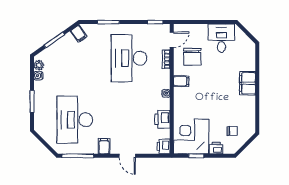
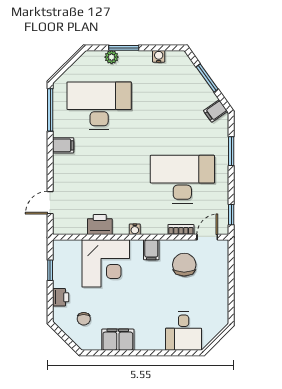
desk: (221, 38) -> (184, 331), moved, turned 90
door: (172, 40) -> (207, 237), swing flipped
chair: (192, 57) -> (184, 265), turned 90
plant: (39, 65) -> (112, 57), moved
filing cabinet: (248, 83) -> (118, 340), moved
corner desk: (191, 136) -> (106, 263), moved, turned 90
printer: (163, 146) -> (63, 226), removed
door: (127, 156) -> (50, 203), moved

